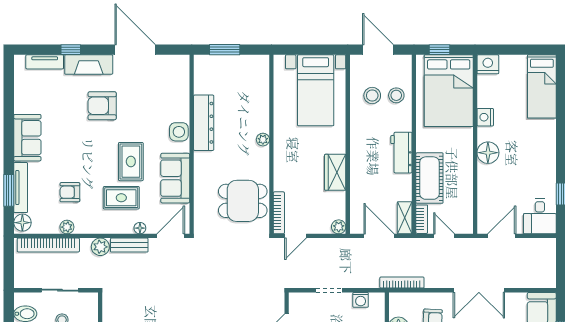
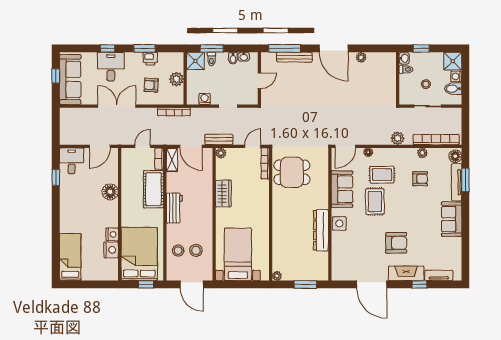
nightstand: (488, 64) -> (111, 250), moved, turned -90
plant: (263, 140) -> (277, 276), moved
floor lamp: (488, 153) -> (110, 192), moved
door: (444, 236) -> (143, 146), swing flipped
bench: (129, 245) -> (219, 140), moved

